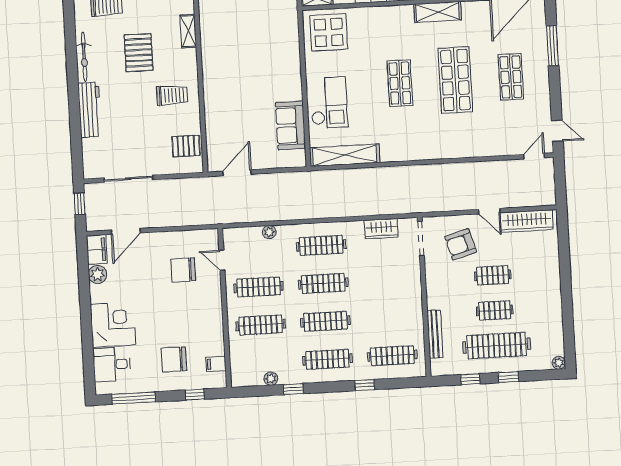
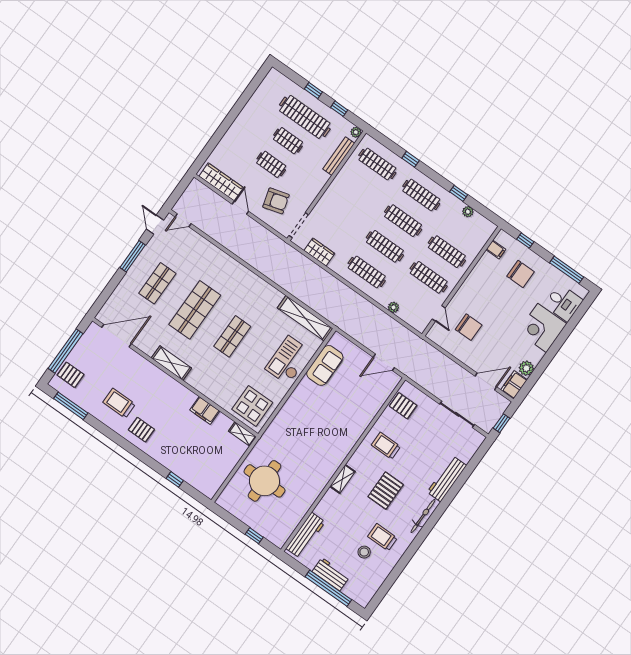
window: (553, 46) -> (133, 256), moved
plant: (559, 363) -> (356, 132), moved

